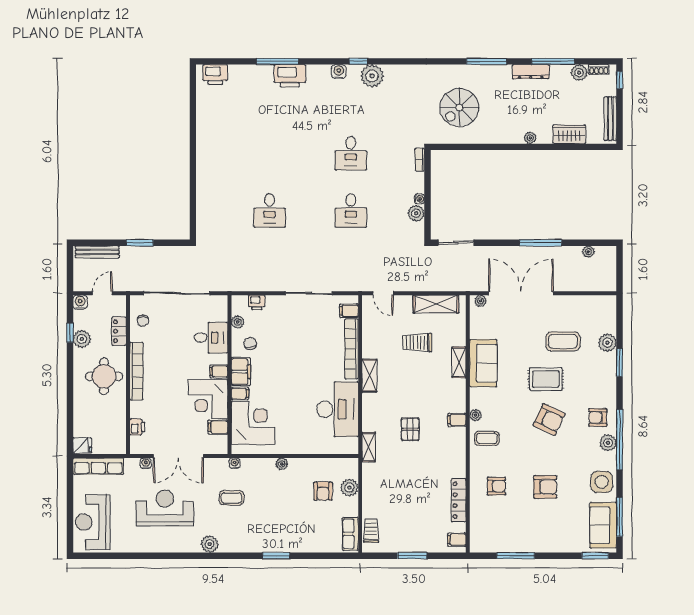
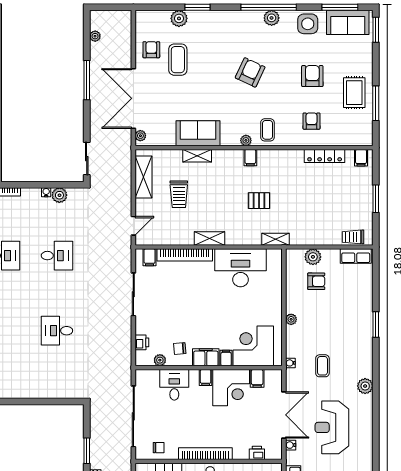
desk: (270, 211) -> (57, 331), turned 180
rug: (546, 379) -> (354, 93), moved
armchair: (598, 417) -> (151, 50), moved, turned 180

